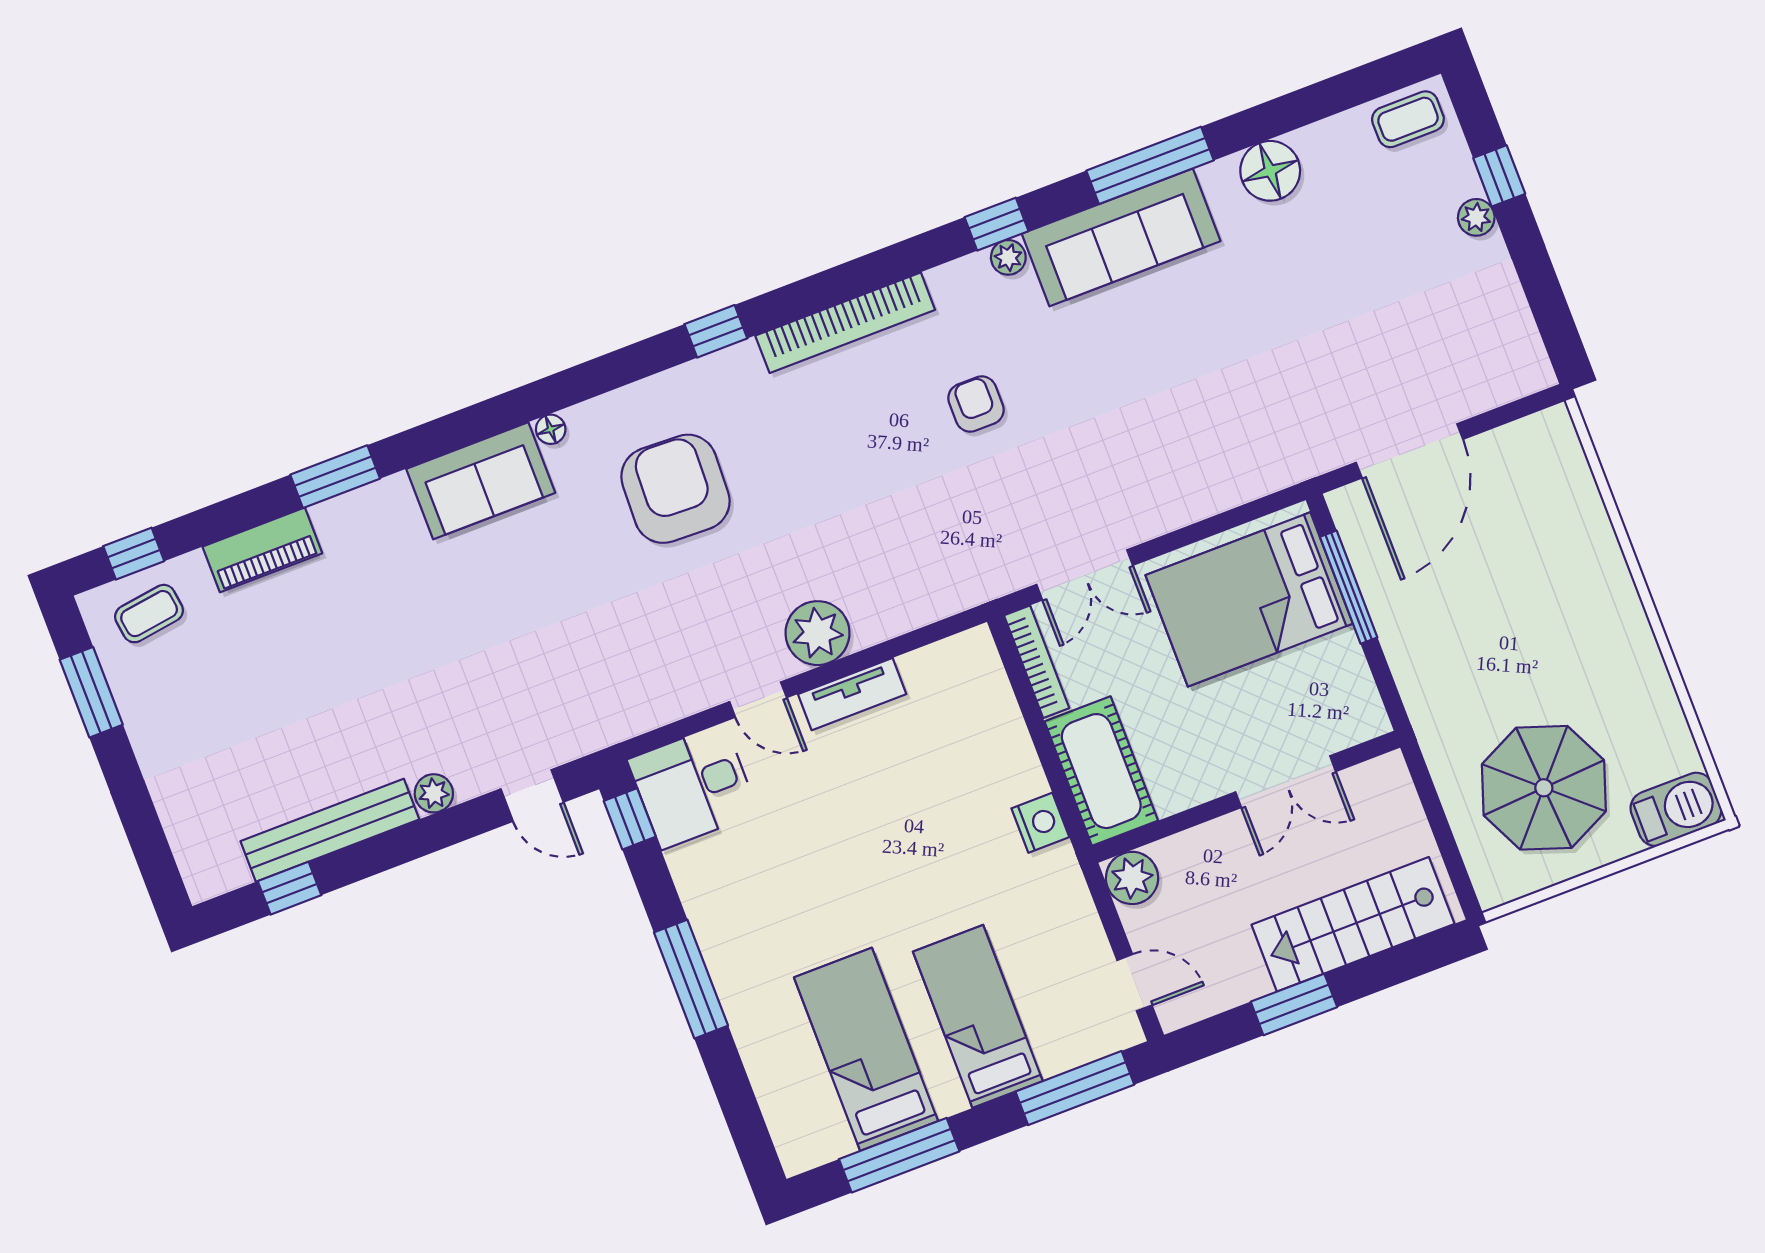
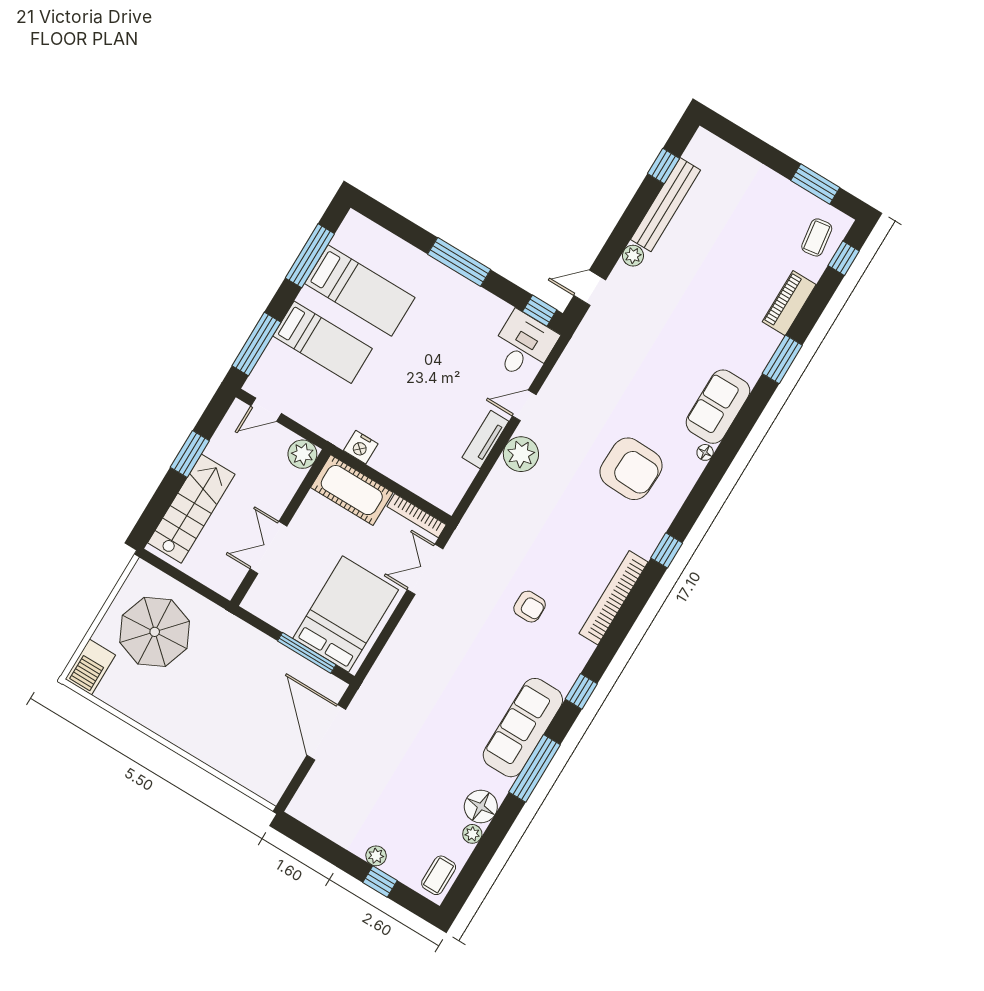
plant: (1008, 257) -> (472, 834), moved

